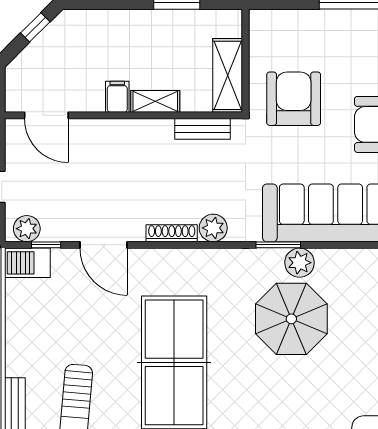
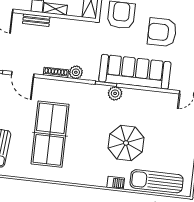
bench: (202, 129) -> (36, 20), moved
parasol: (291, 319) -> (126, 143), moved

